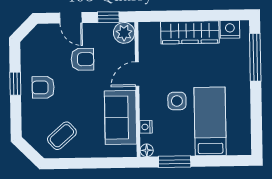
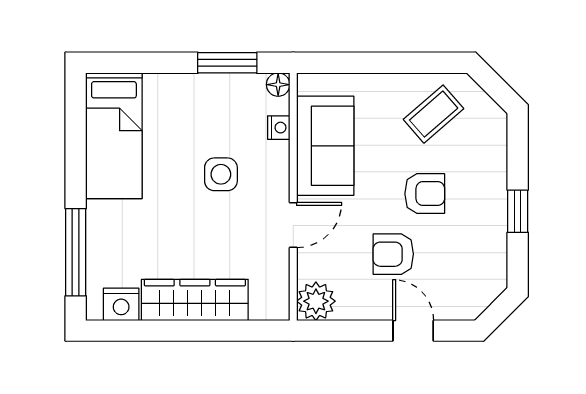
window: (108, 17) -> (344, 331), removed
armchair: (43, 87) -> (425, 194), moved
bed: (210, 121) -> (114, 136), moved

